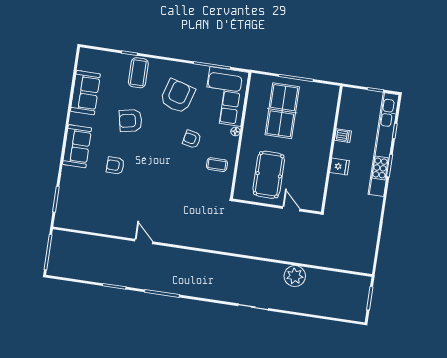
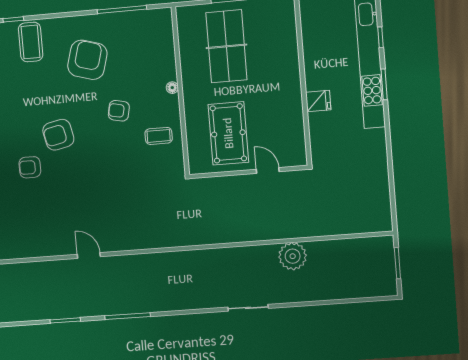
corner sofa: (225, 97) -> (149, 46), removed
armchair: (131, 121) -> (58, 135), moved
dishwasher: (343, 136) -> (313, 60), removed

